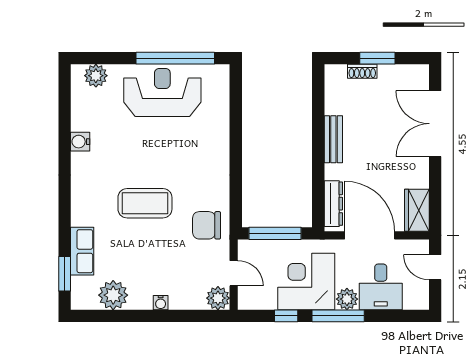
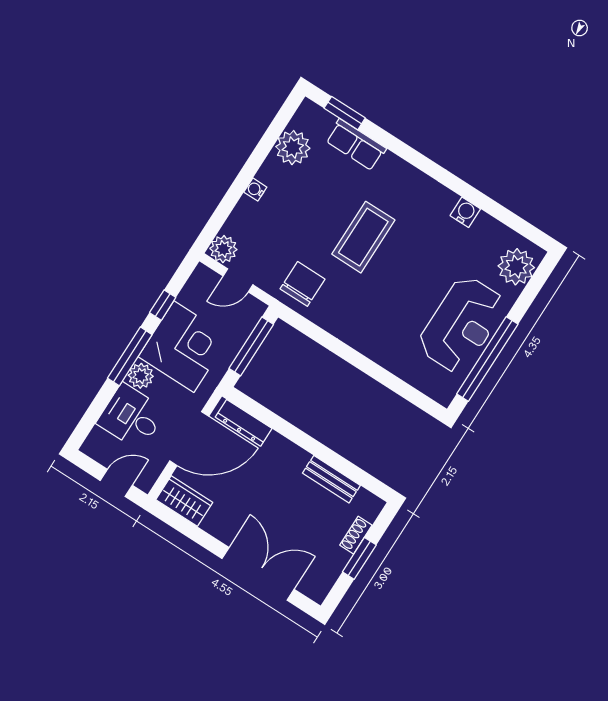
plant: (96, 76) -> (516, 267), width x1.36, depth x1.36
bench: (333, 139) -> (331, 479), moved

